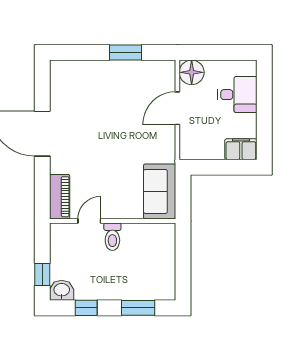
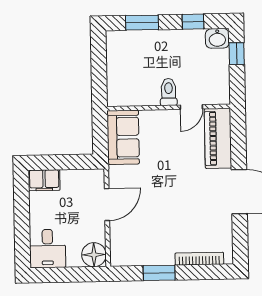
bookcase: (84, 66) -> (199, 259), added
desk: (237, 95) -> (48, 249), moved, turned -90
door: (177, 108) -> (107, 205), moved
piano: (60, 197) -> (218, 138), width x1.37, depth x1.33

